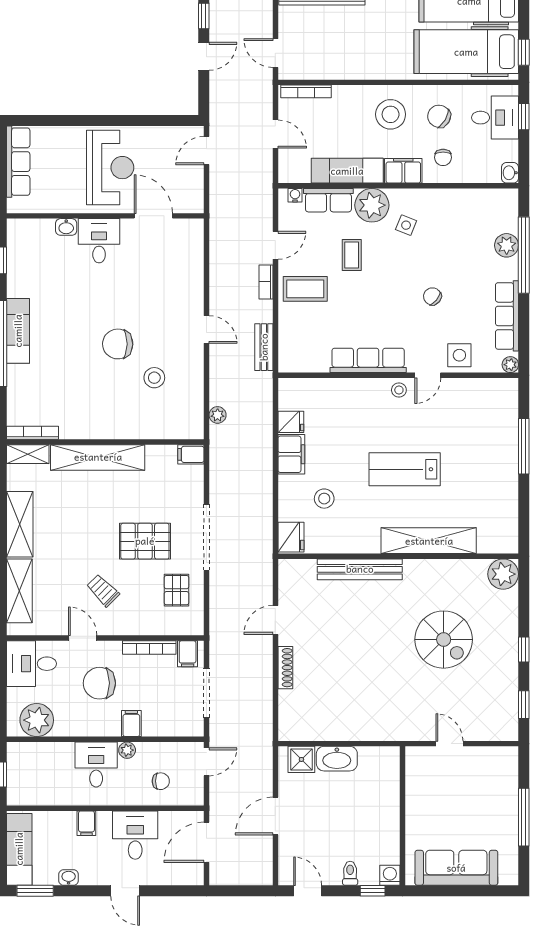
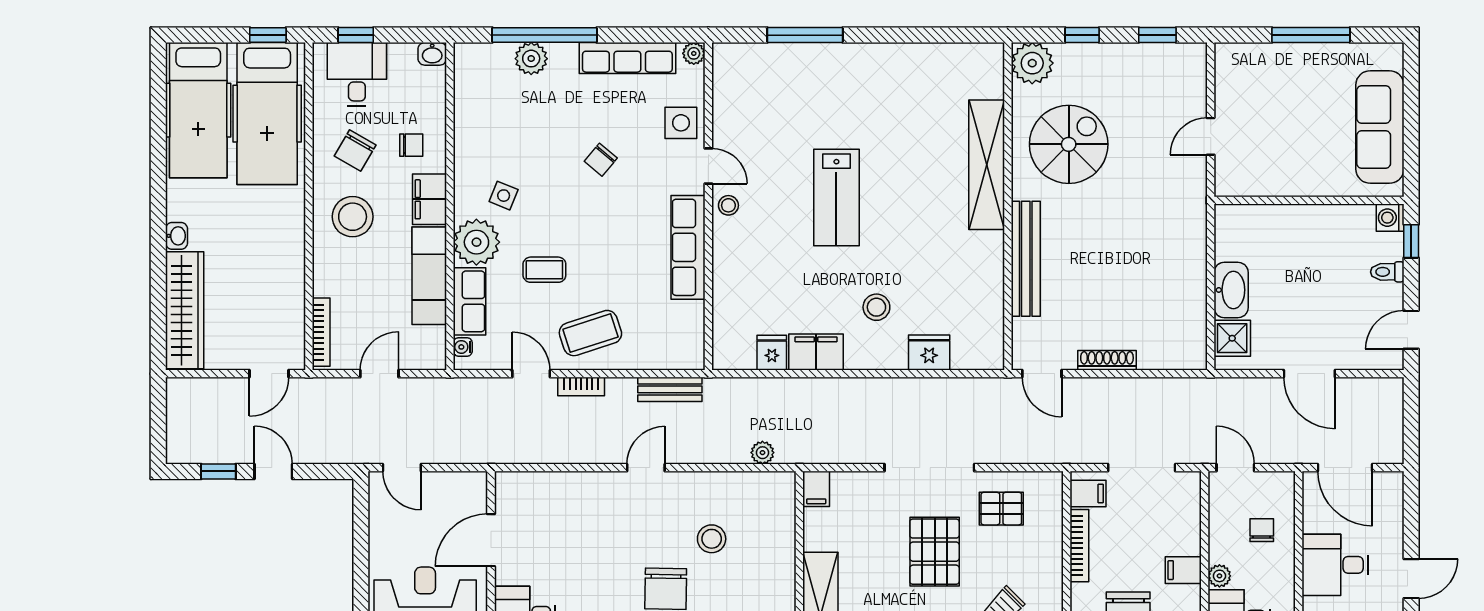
coffee table: (305, 289) -> (590, 333), turned 72
shelving: (429, 541) -> (987, 165), moved
wall: (398, 556) -> (1008, 206), moved
bench: (360, 569) -> (1026, 259), moved
plant: (503, 574) -> (1032, 63), moved

